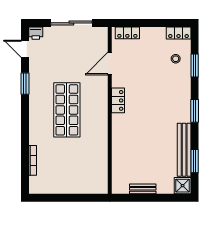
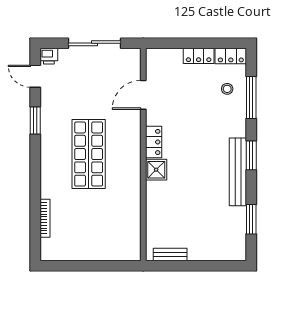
locker: (127, 33) -> (199, 56), moved
window: (195, 66) -> (251, 98), width x1.44
bench: (184, 150) -> (238, 172), moved
shower: (183, 186) -> (156, 170), moved
bench: (143, 189) -> (170, 255), moved

